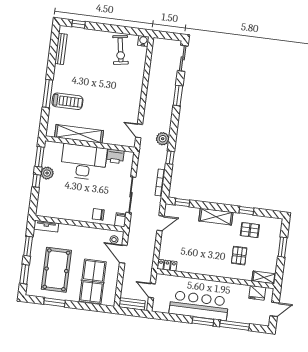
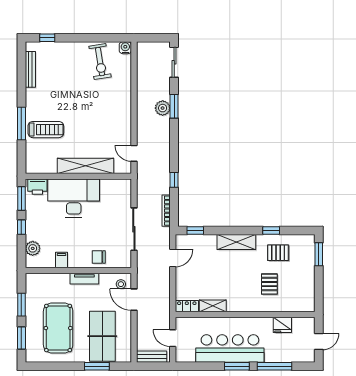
shelving: (79, 134) -> (85, 166), moved
plant: (163, 139) -> (163, 108), moved
printer: (115, 156) -> (37, 187), moved
plant: (47, 173) -> (33, 248), moved
filing cabinet: (120, 220) -> (61, 260), moved
tv unit: (46, 226) -> (84, 279), moved
window: (283, 247) -> (319, 254), moved
shelving: (264, 277) -> (213, 306), moved
fridge: (257, 293) -> (282, 325), moved
window: (55, 302) -> (97, 366), moved

